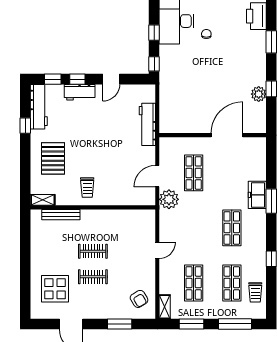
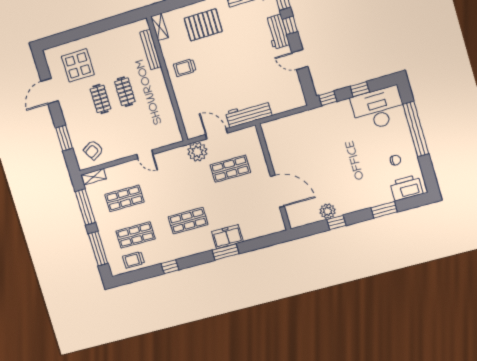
chair: (206, 34) -> (395, 160), moved
workbench: (147, 124) -> (249, 114), moved
window: (191, 324) -> (85, 207), width x1.44

